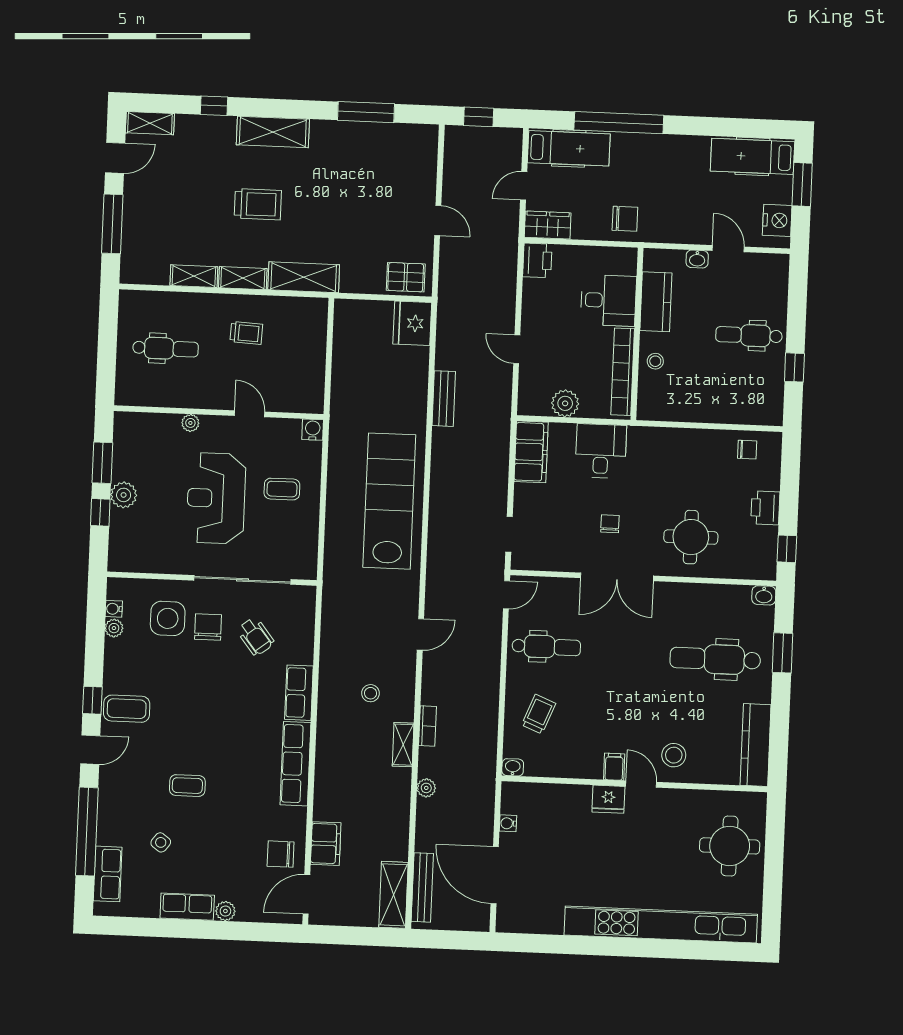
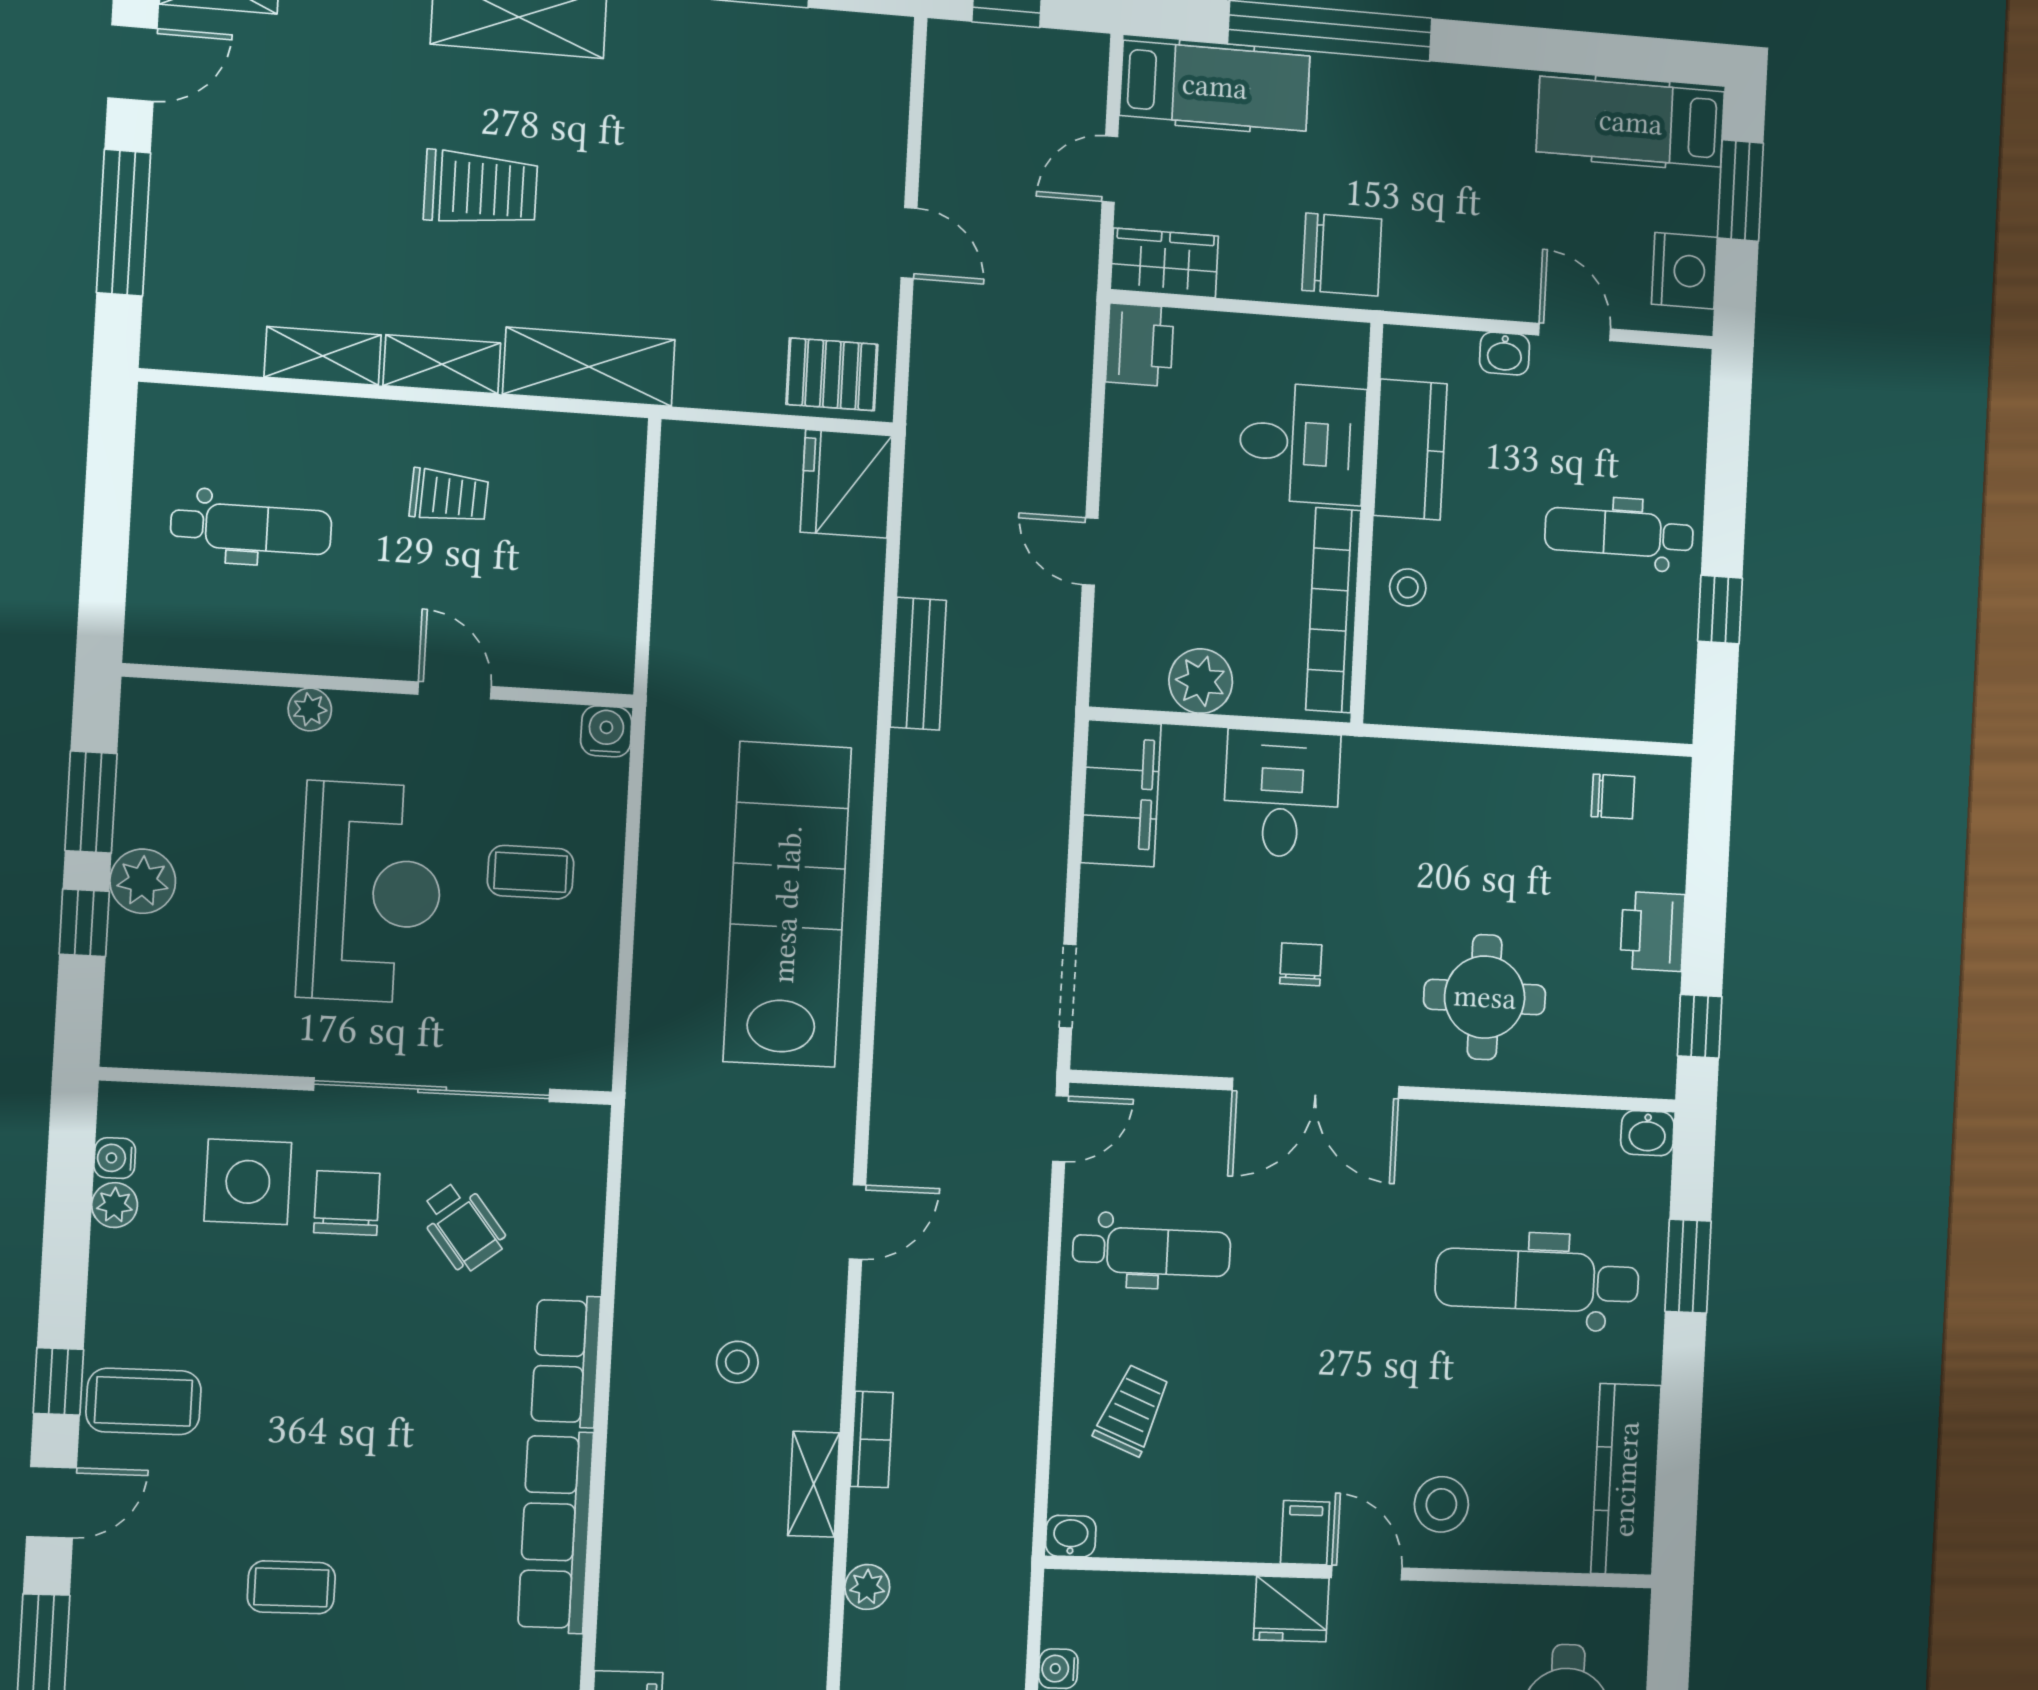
chair: (625, 219) -> (1342, 255), width x1.37, depth x1.37
reception desk: (216, 498) -> (370, 892), turned 180

